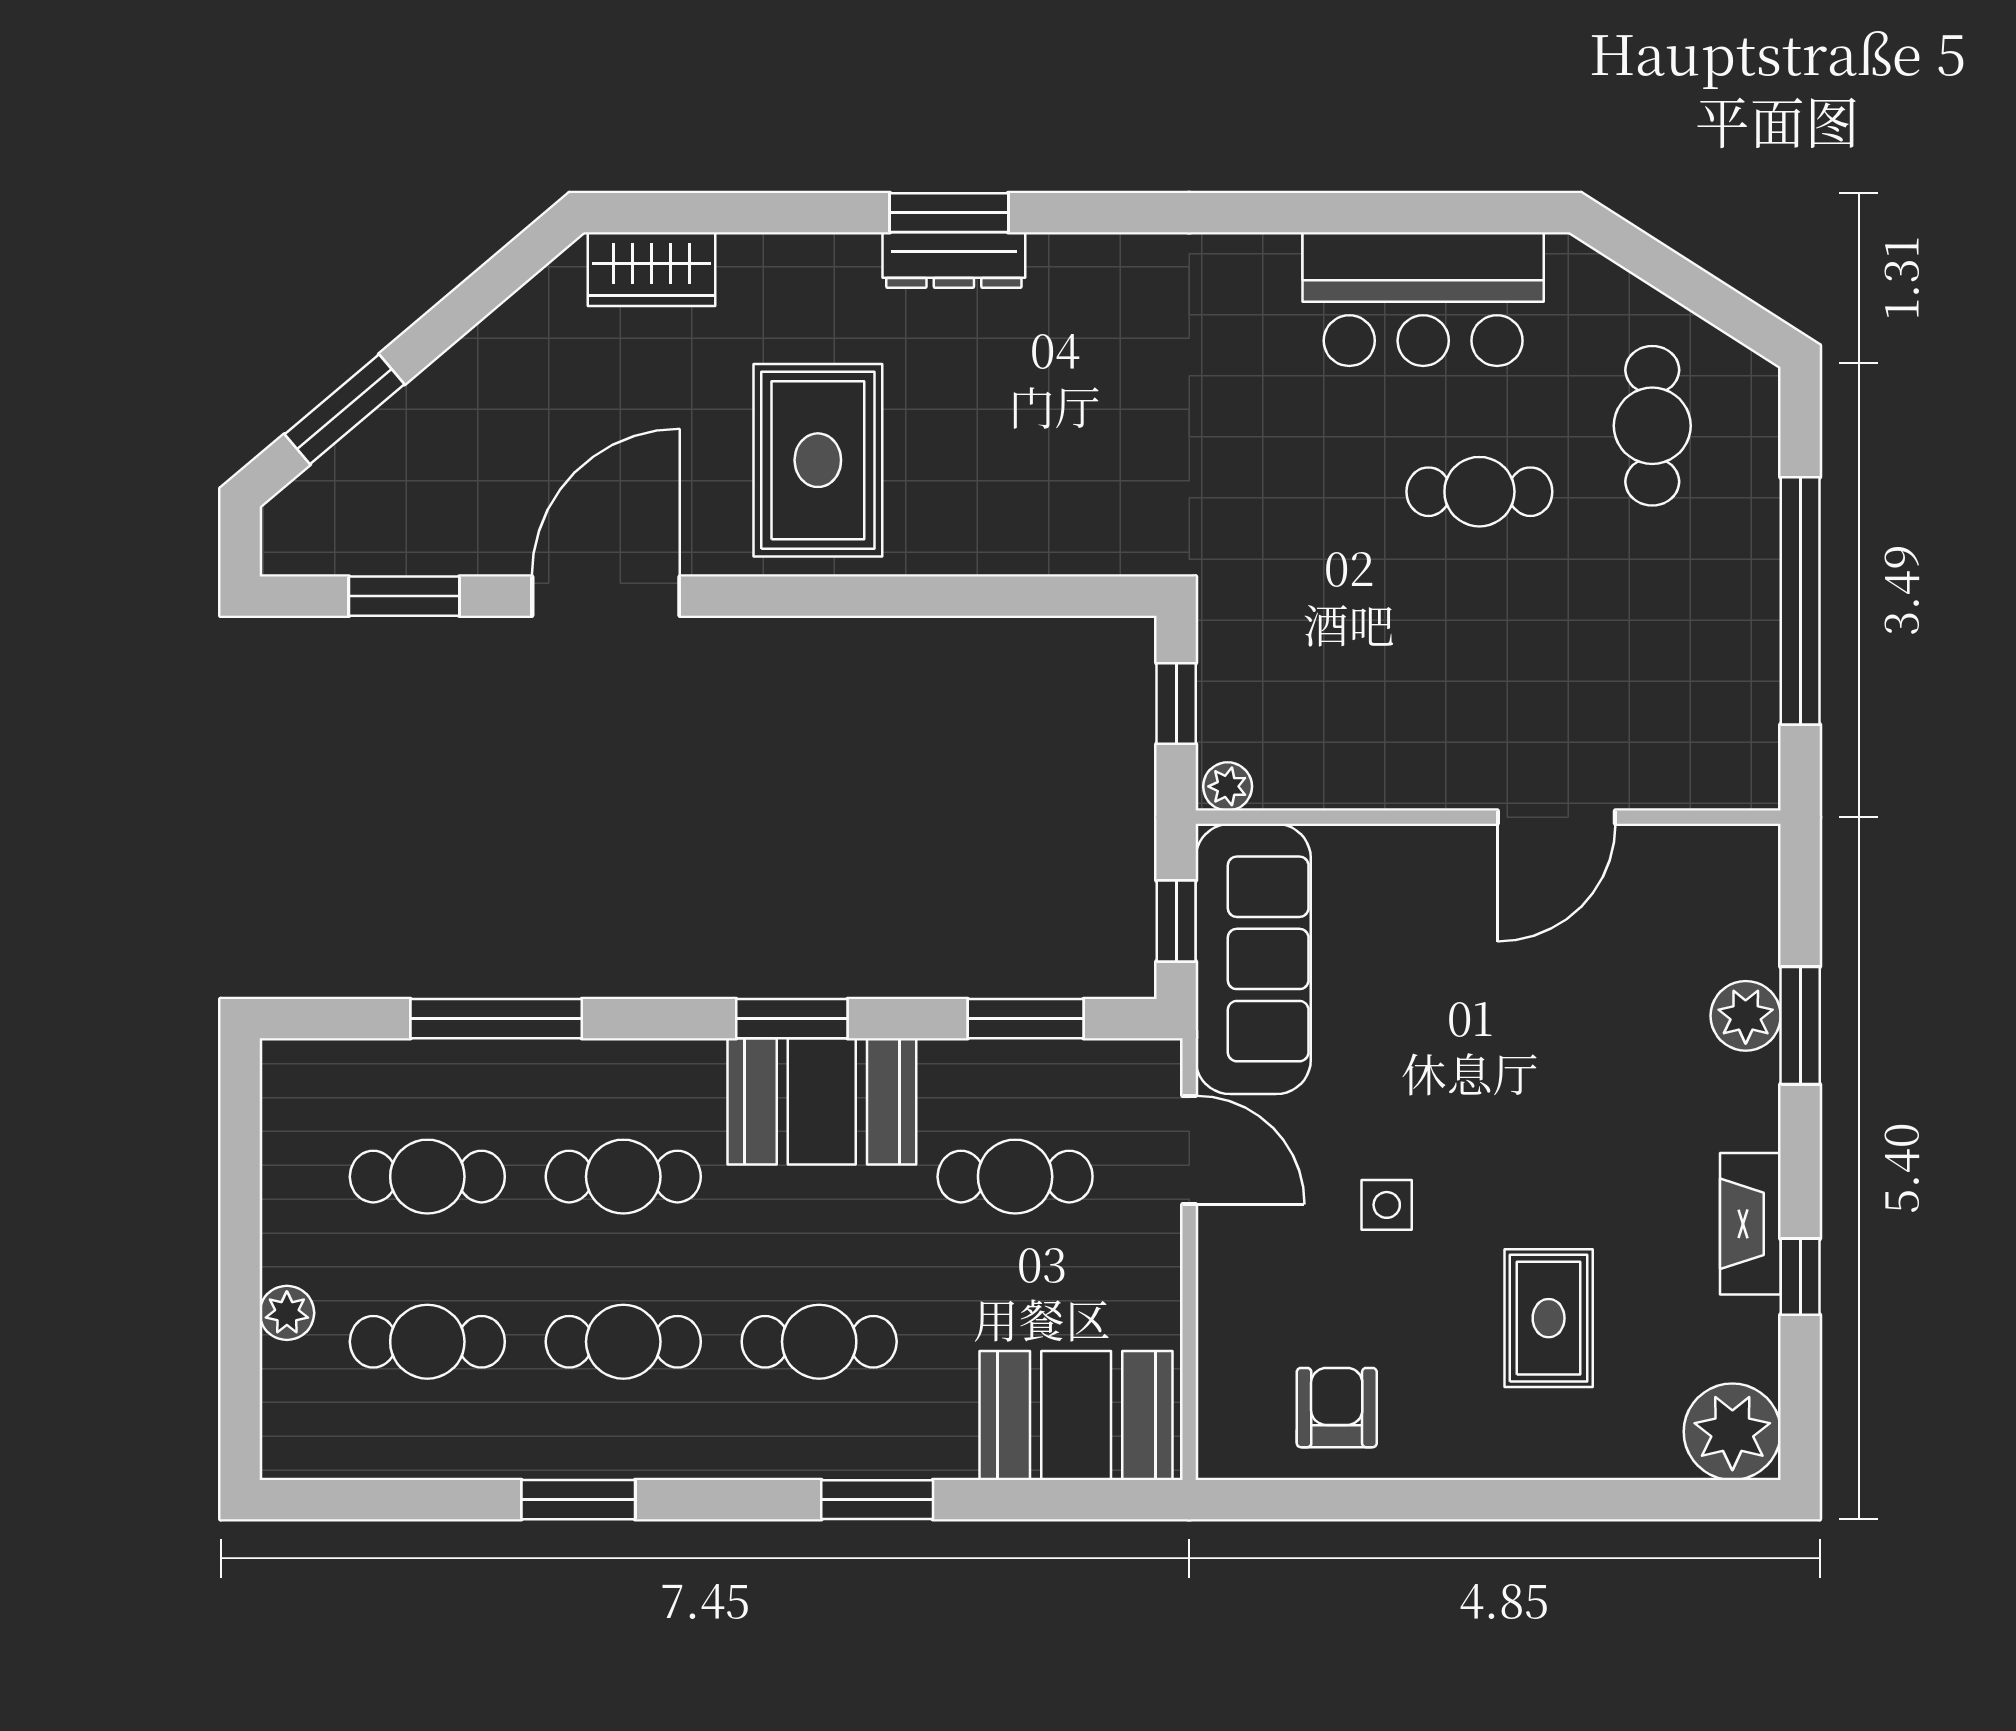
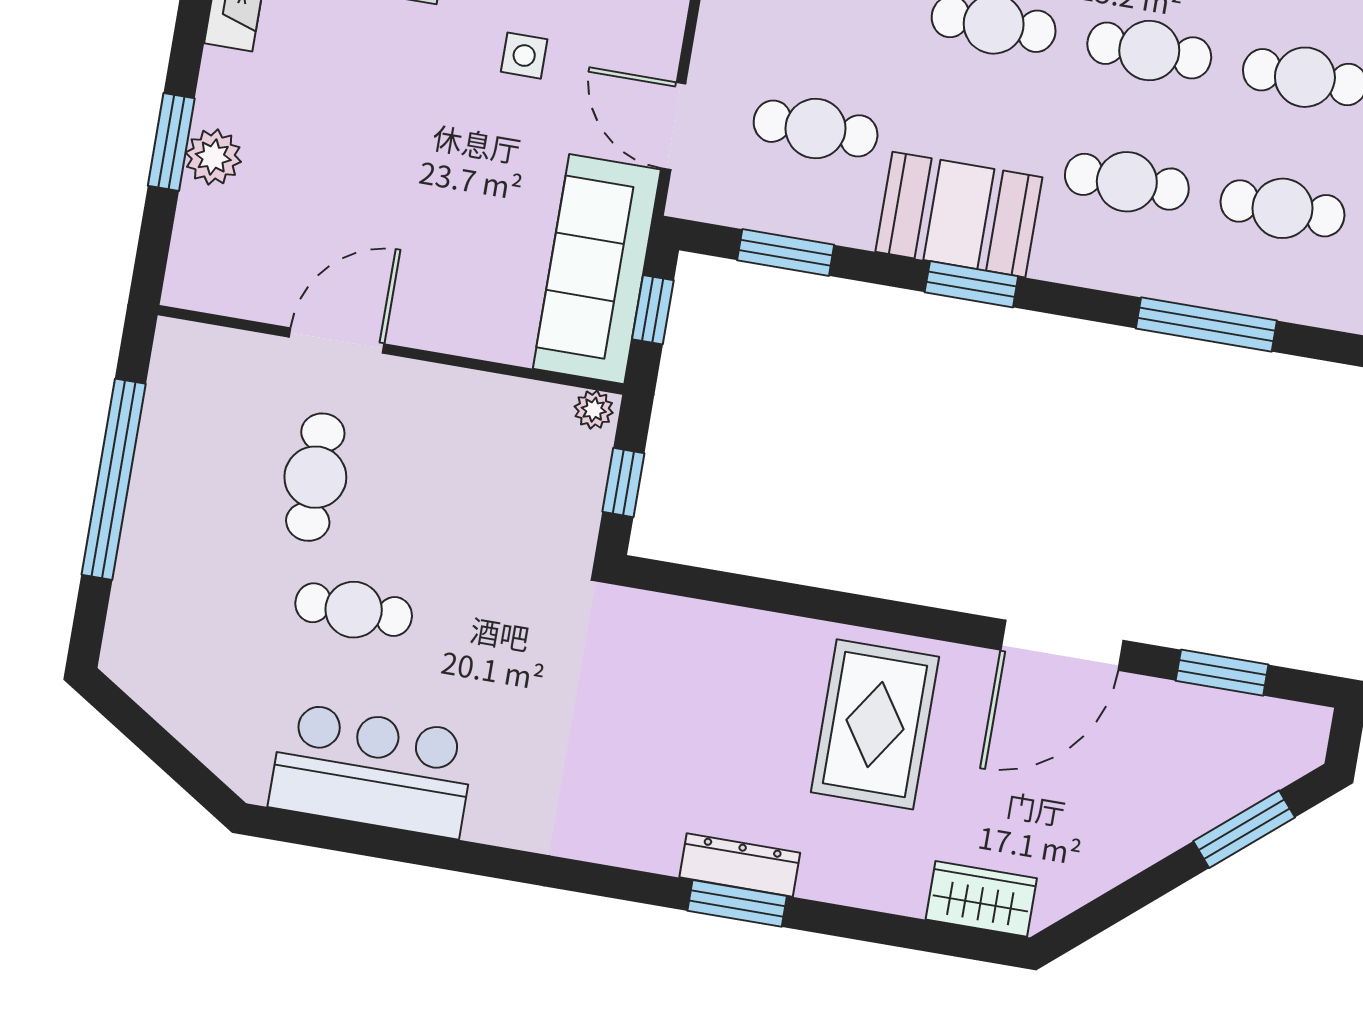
cafe table: (1652, 426) -> (315, 477), moved

